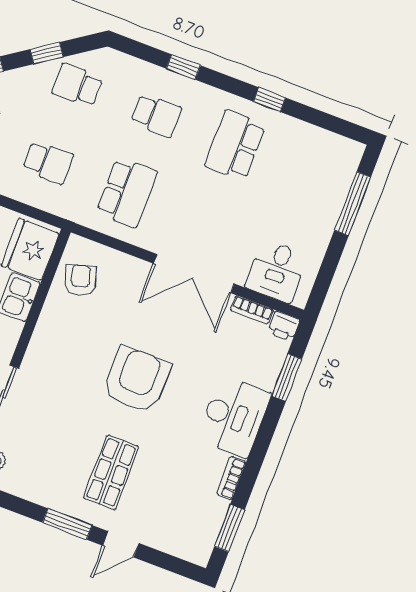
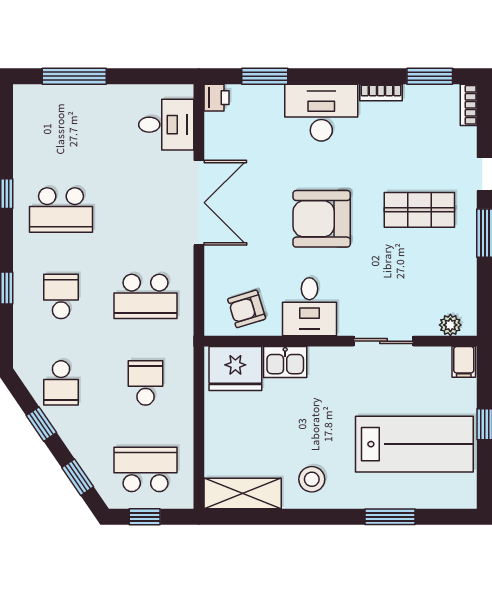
school desk: (127, 192) -> (146, 296), turned 180
bookcase: (252, 310) -> (469, 105), moved, turned 180
desk: (61, 338) -> (309, 307), added

